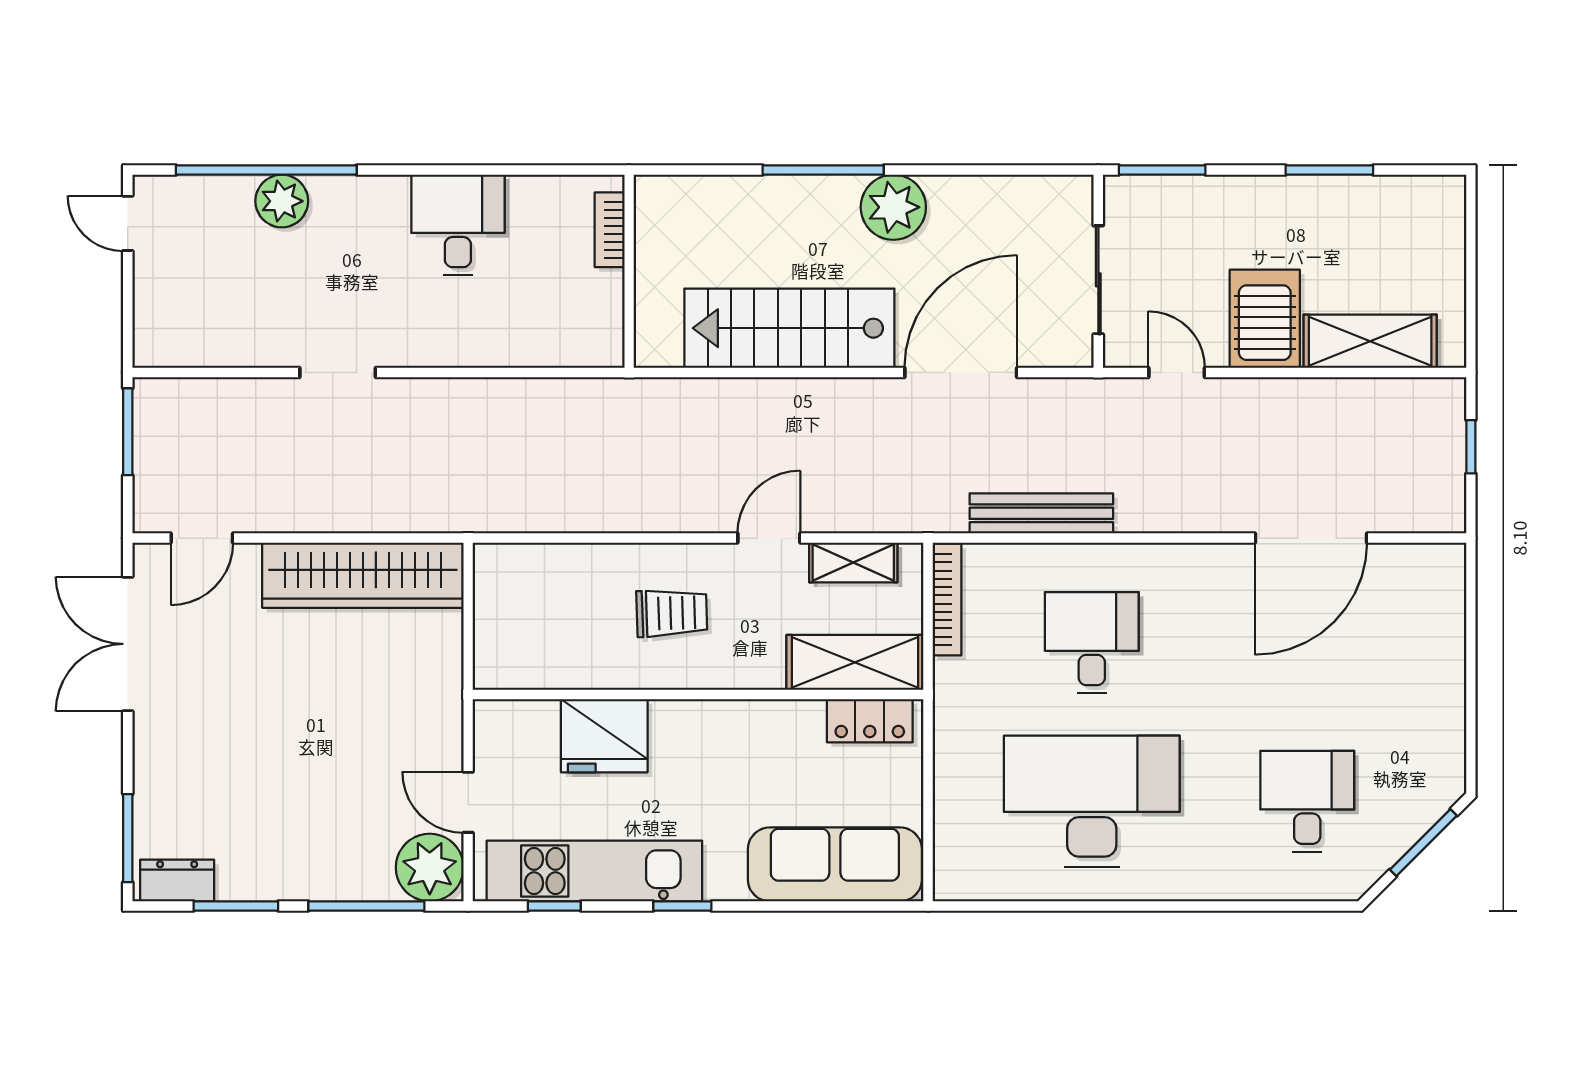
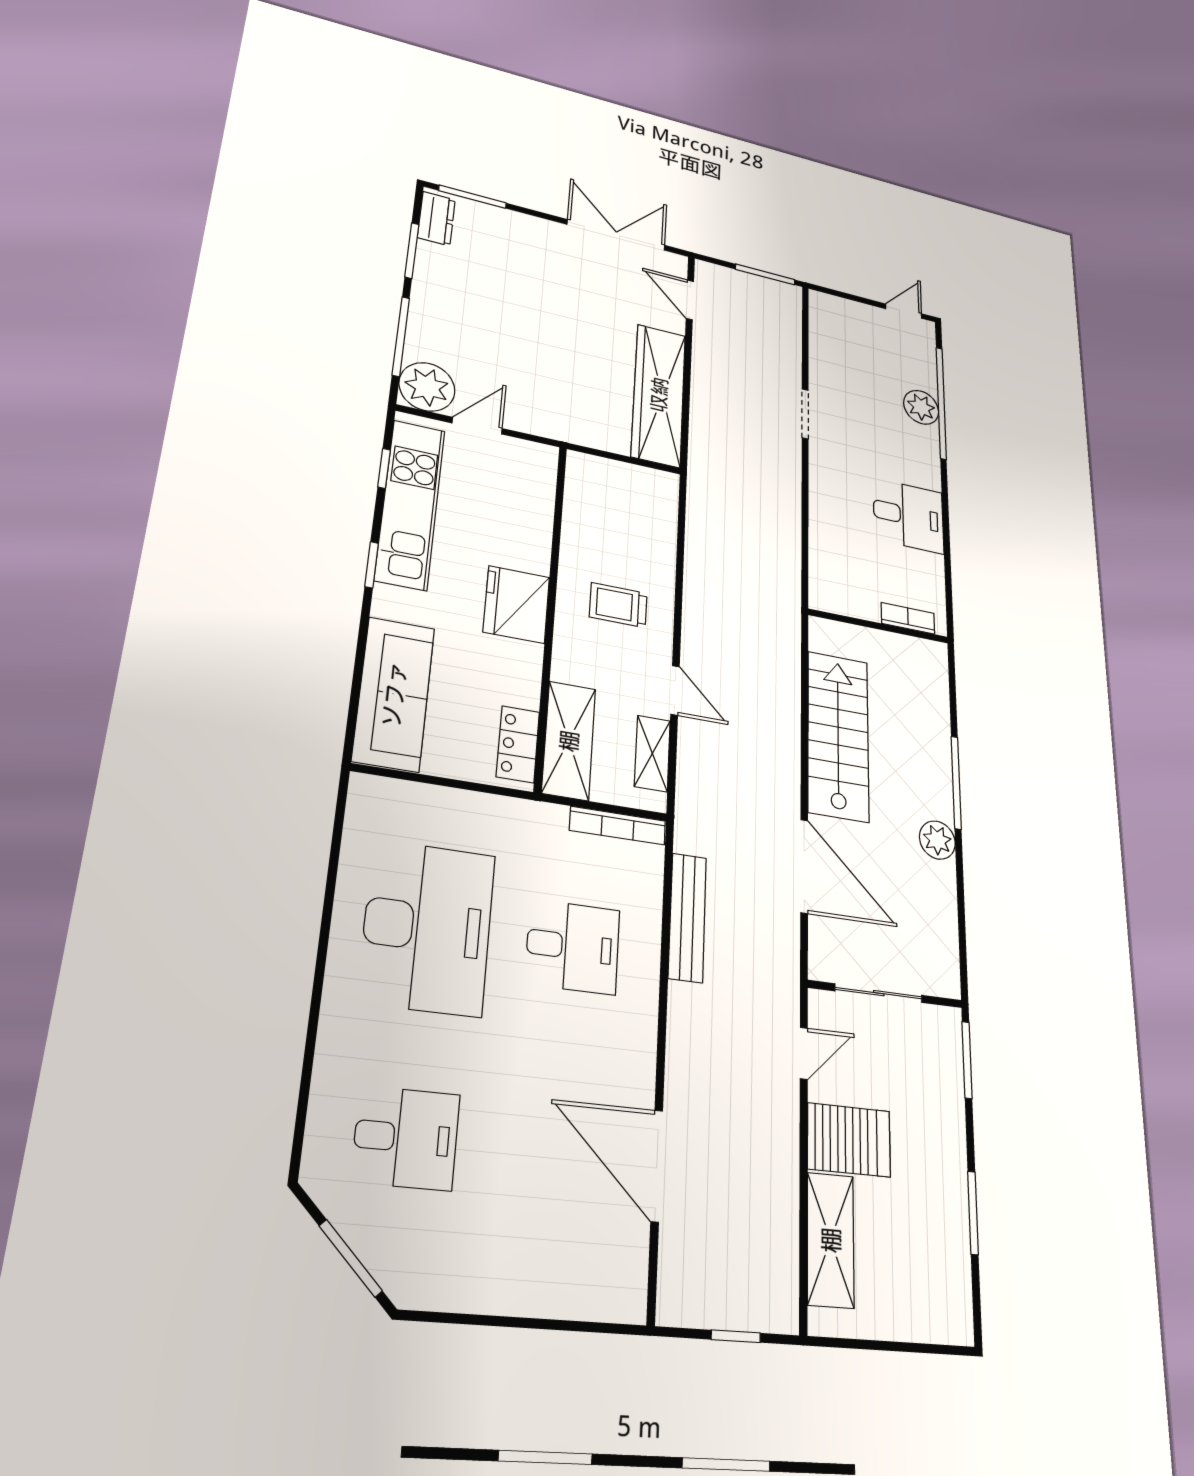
plant: (893, 207) -> (937, 840), width x0.73, depth x0.73
trolley: (672, 613) -> (618, 605), turned 92
fridge: (604, 736) -> (517, 604), moved

